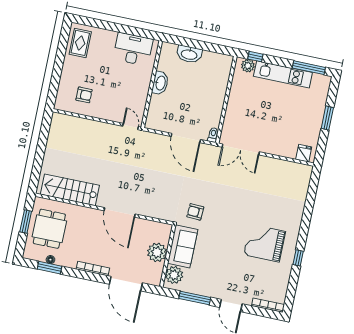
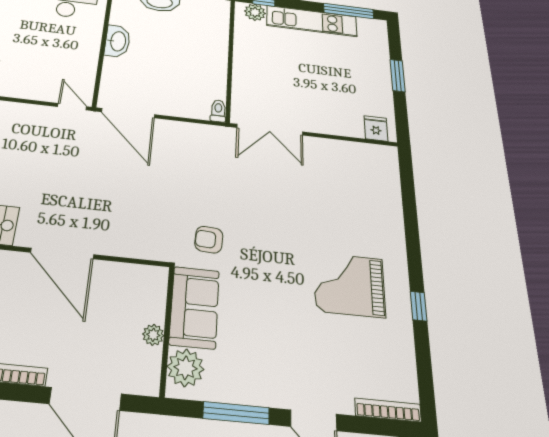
door: (186, 138) -> (128, 113), moved
plant: (157, 252) -> (153, 335), width x0.53, depth x0.53

